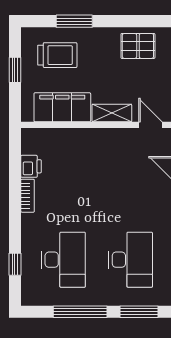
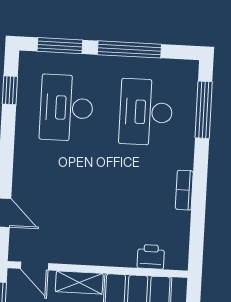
printer: (31, 166) -> (151, 257), moved, turned 90
window: (15, 264) -> (204, 110), width x2.17

